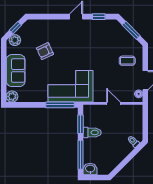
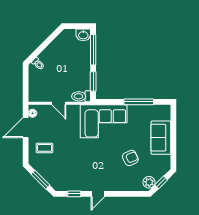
plant: (15, 40) -> (149, 182), moved
plant: (12, 96) -> (165, 111), removed
window: (60, 105) -> (139, 102), moved
toilet: (92, 132) -> (81, 96), moved

